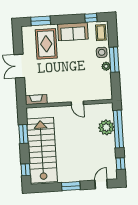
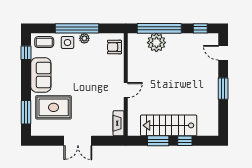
window: (114, 60) -> (77, 28), width x1.46
armchair: (100, 92) -> (115, 47), added
door: (77, 103) -> (126, 90), moved
stairs: (42, 150) -> (169, 125), width x0.73, depth x0.66
window: (26, 170) -> (185, 141), moved

